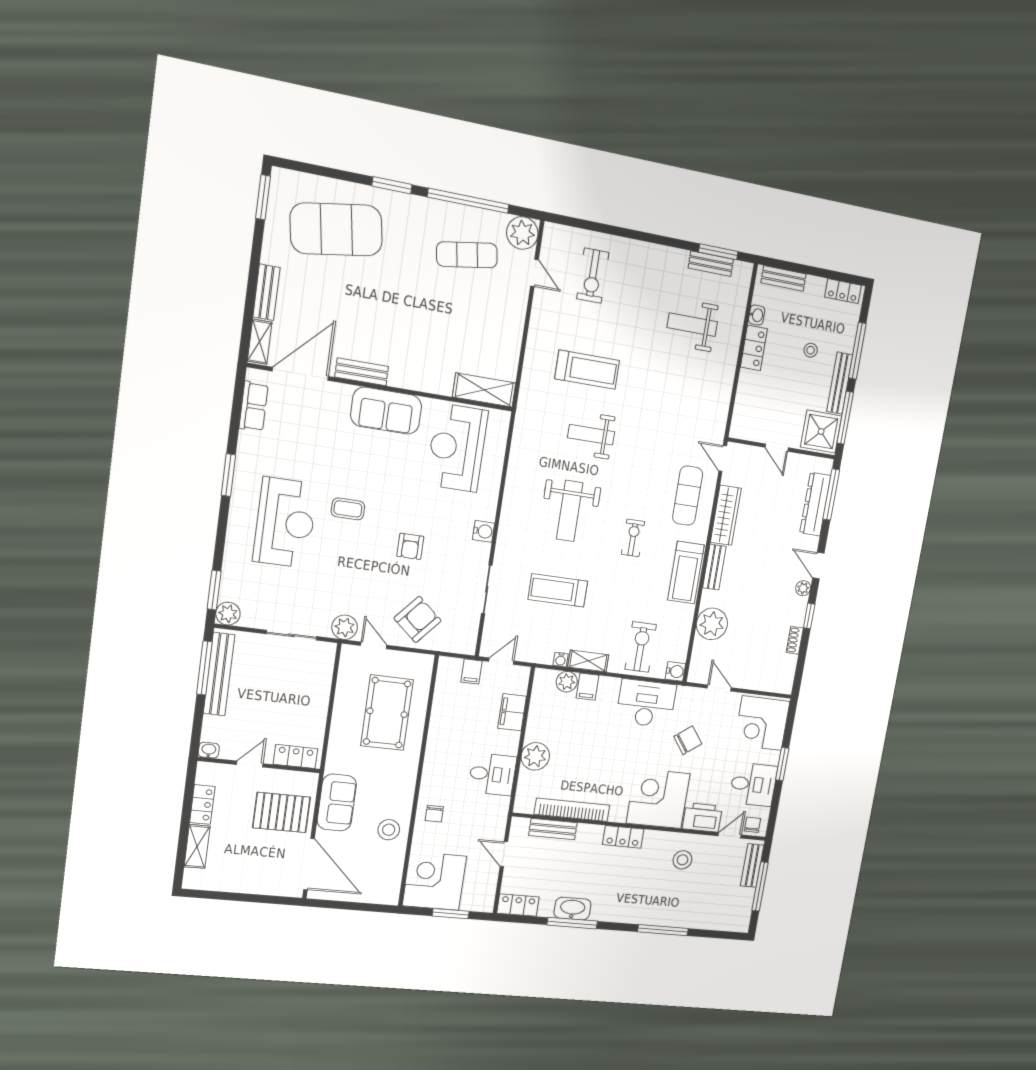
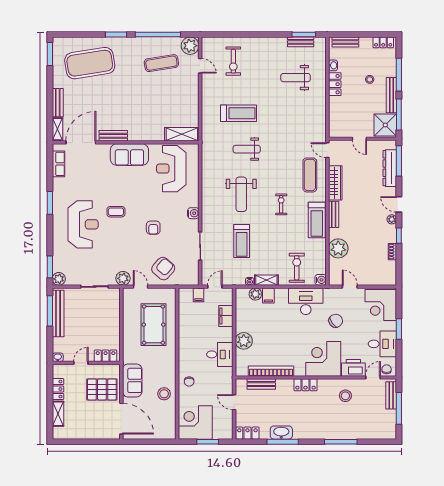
treadmill: (558, 590) -> (242, 241), turned -90

